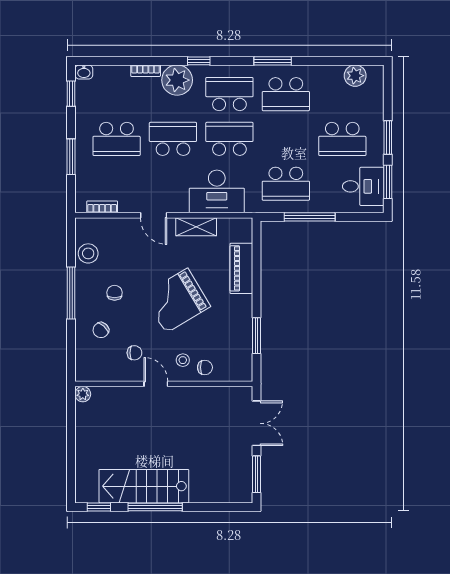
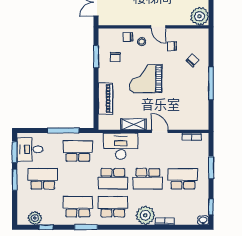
window: (199, 61) -> (46, 227), moved
school desk: (229, 94) -> (113, 207), turned 180
stool: (88, 253) -> (200, 108), removed
chair: (115, 293) -> (115, 57), moved
grand piano: (177, 301) -> (146, 79), turned -149
plant: (83, 394) -> (200, 16), width x1.87, depth x1.87

